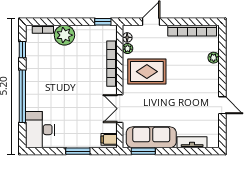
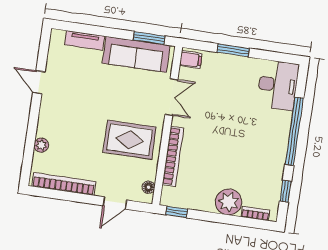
plant: (128, 49) -> (150, 173), removed

